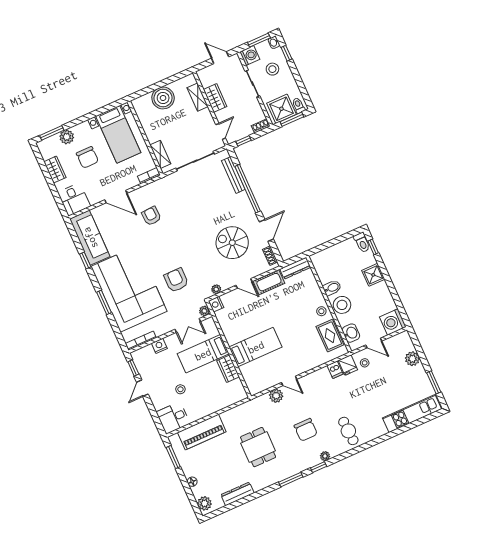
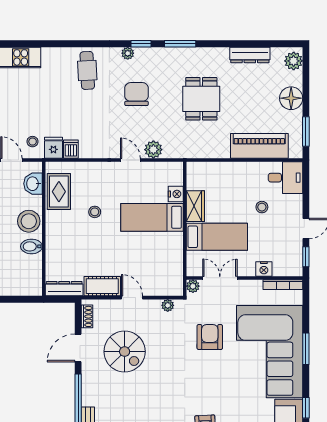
armchair: (176, 280) -> (210, 337), turned 180
nightstand: (216, 304) -> (176, 194), moved
stool: (321, 311) -> (95, 212), moved
floor lamp: (192, 482) -> (291, 98), width x1.89, depth x1.89

